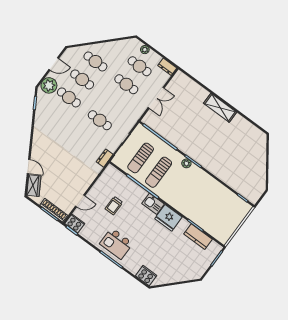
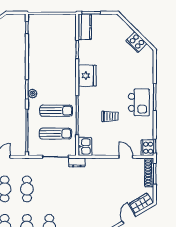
cafe table: (100, 120) -> (27, 189), moved
kitchen sink: (153, 204) -> (85, 147), moved
trolley: (114, 206) -> (110, 116), moved
kitchen counter: (198, 237) -> (85, 27), moved
cooker: (146, 276) -> (136, 42), moved, turned -45

